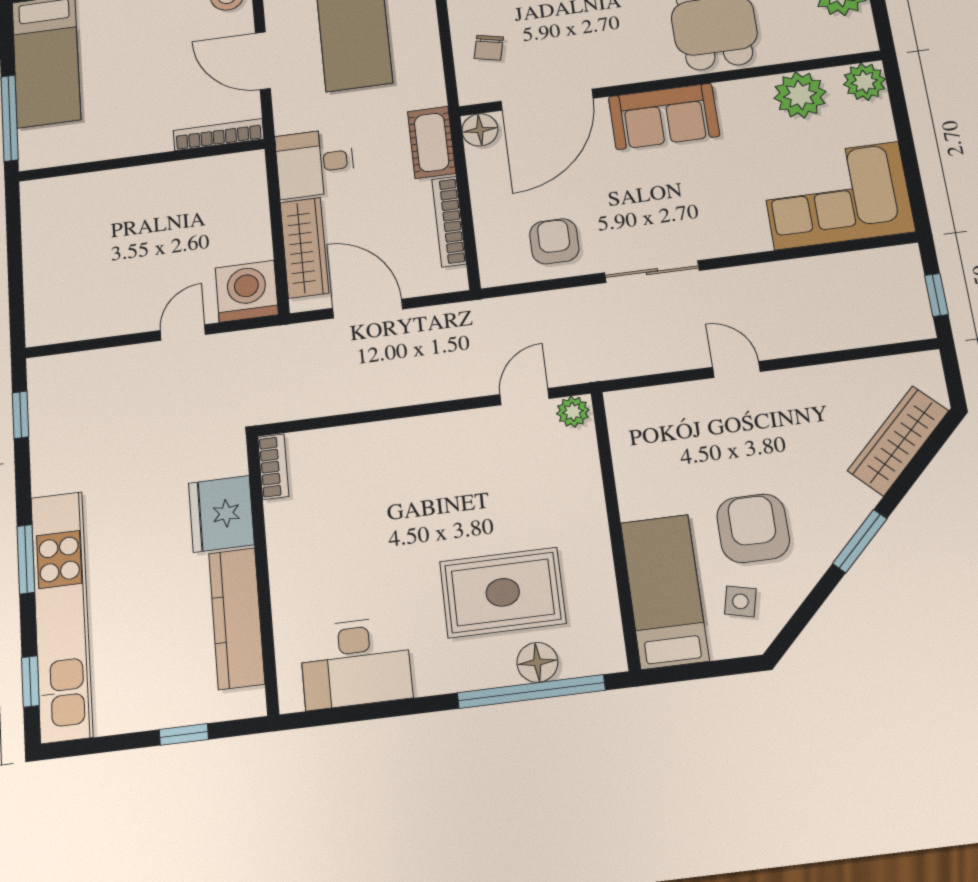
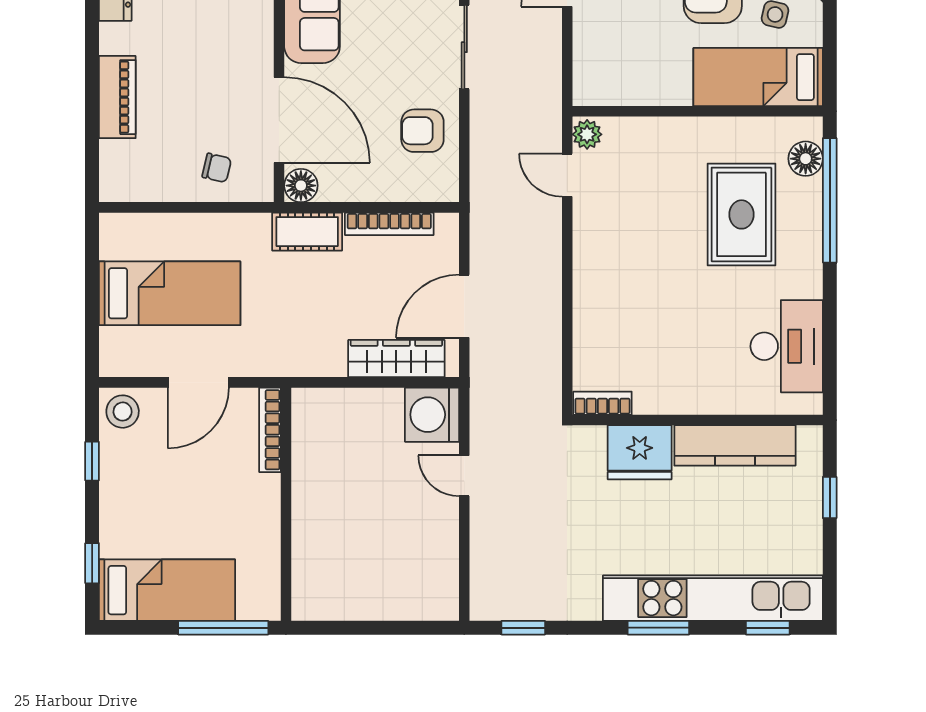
desk: (315, 163) -> (313, 342), removed
floor lamp: (537, 662) -> (806, 159), moved

